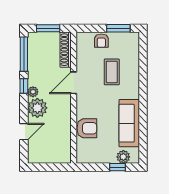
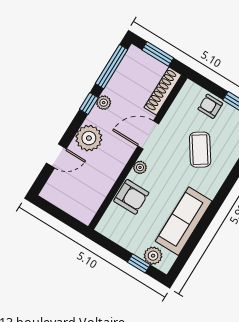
armchair: (101, 41) -> (210, 106), turned 90
coffee table: (112, 72) -> (200, 150), turned -34
plant: (33, 92) -> (104, 103), moved
plant: (81, 106) -> (140, 167), added

